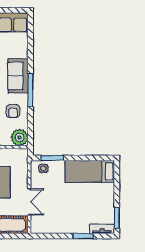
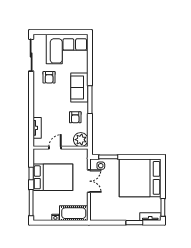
bed: (90, 171) -> (140, 178), width x2.04
double door: (29, 202) -> (89, 181), moved

